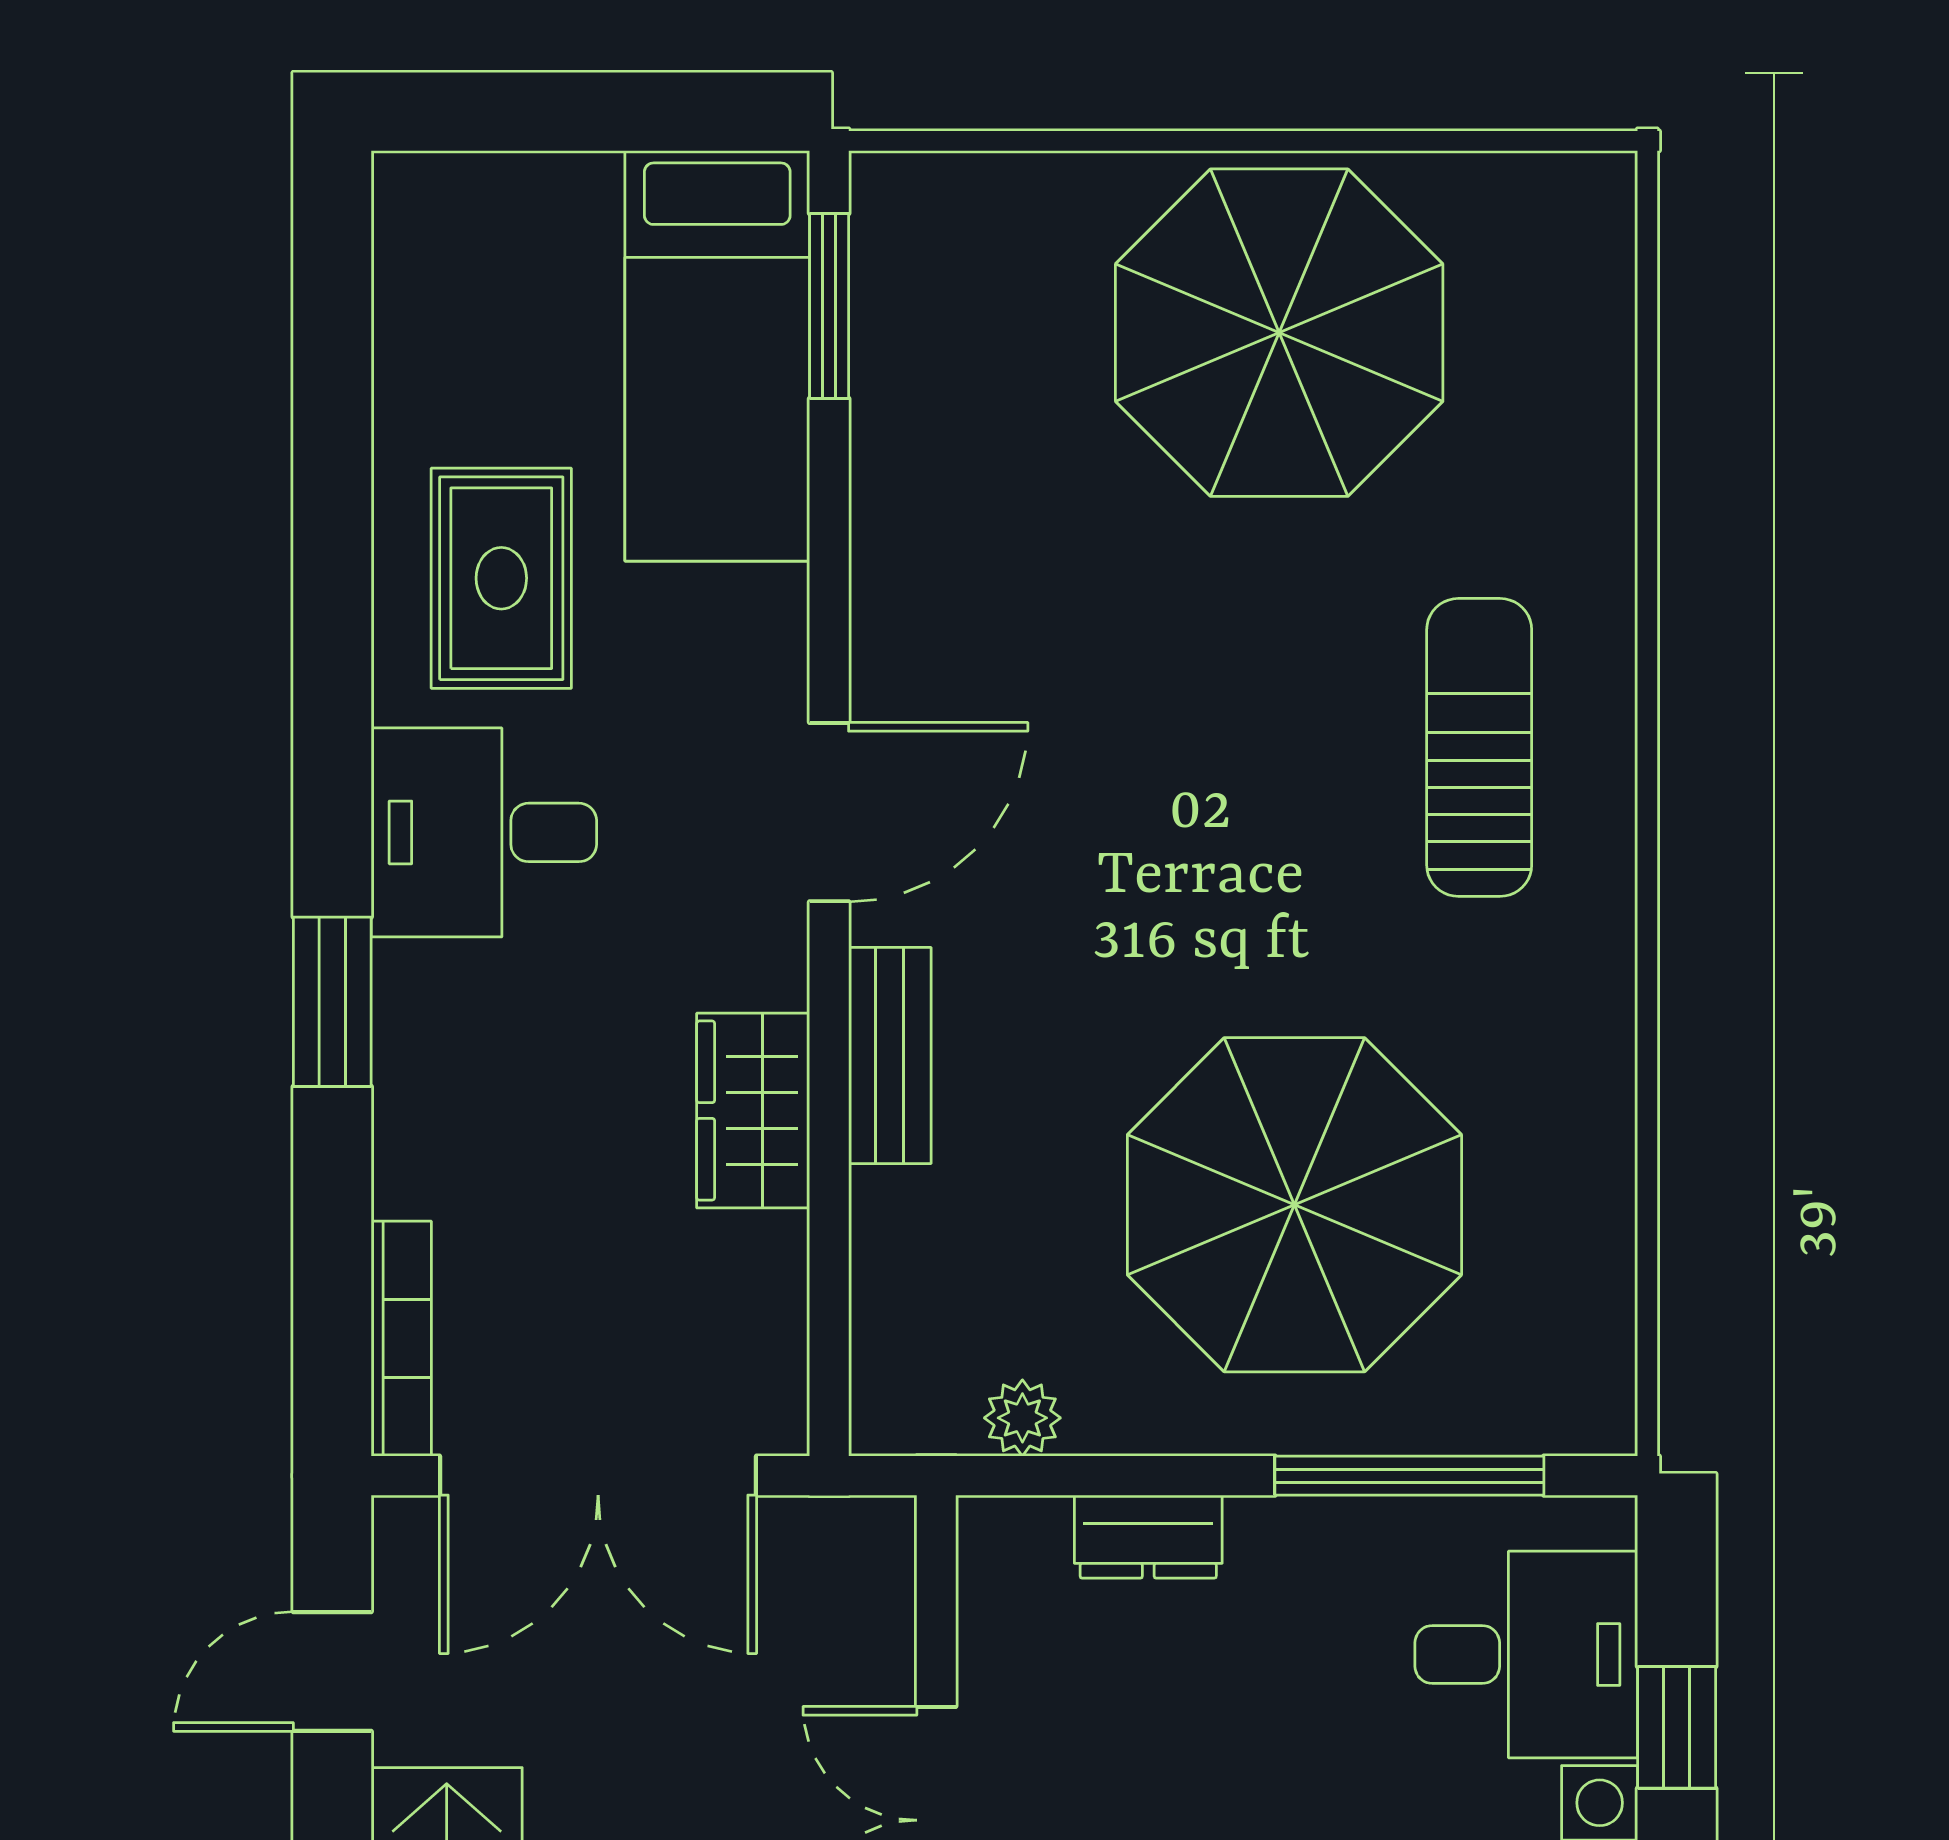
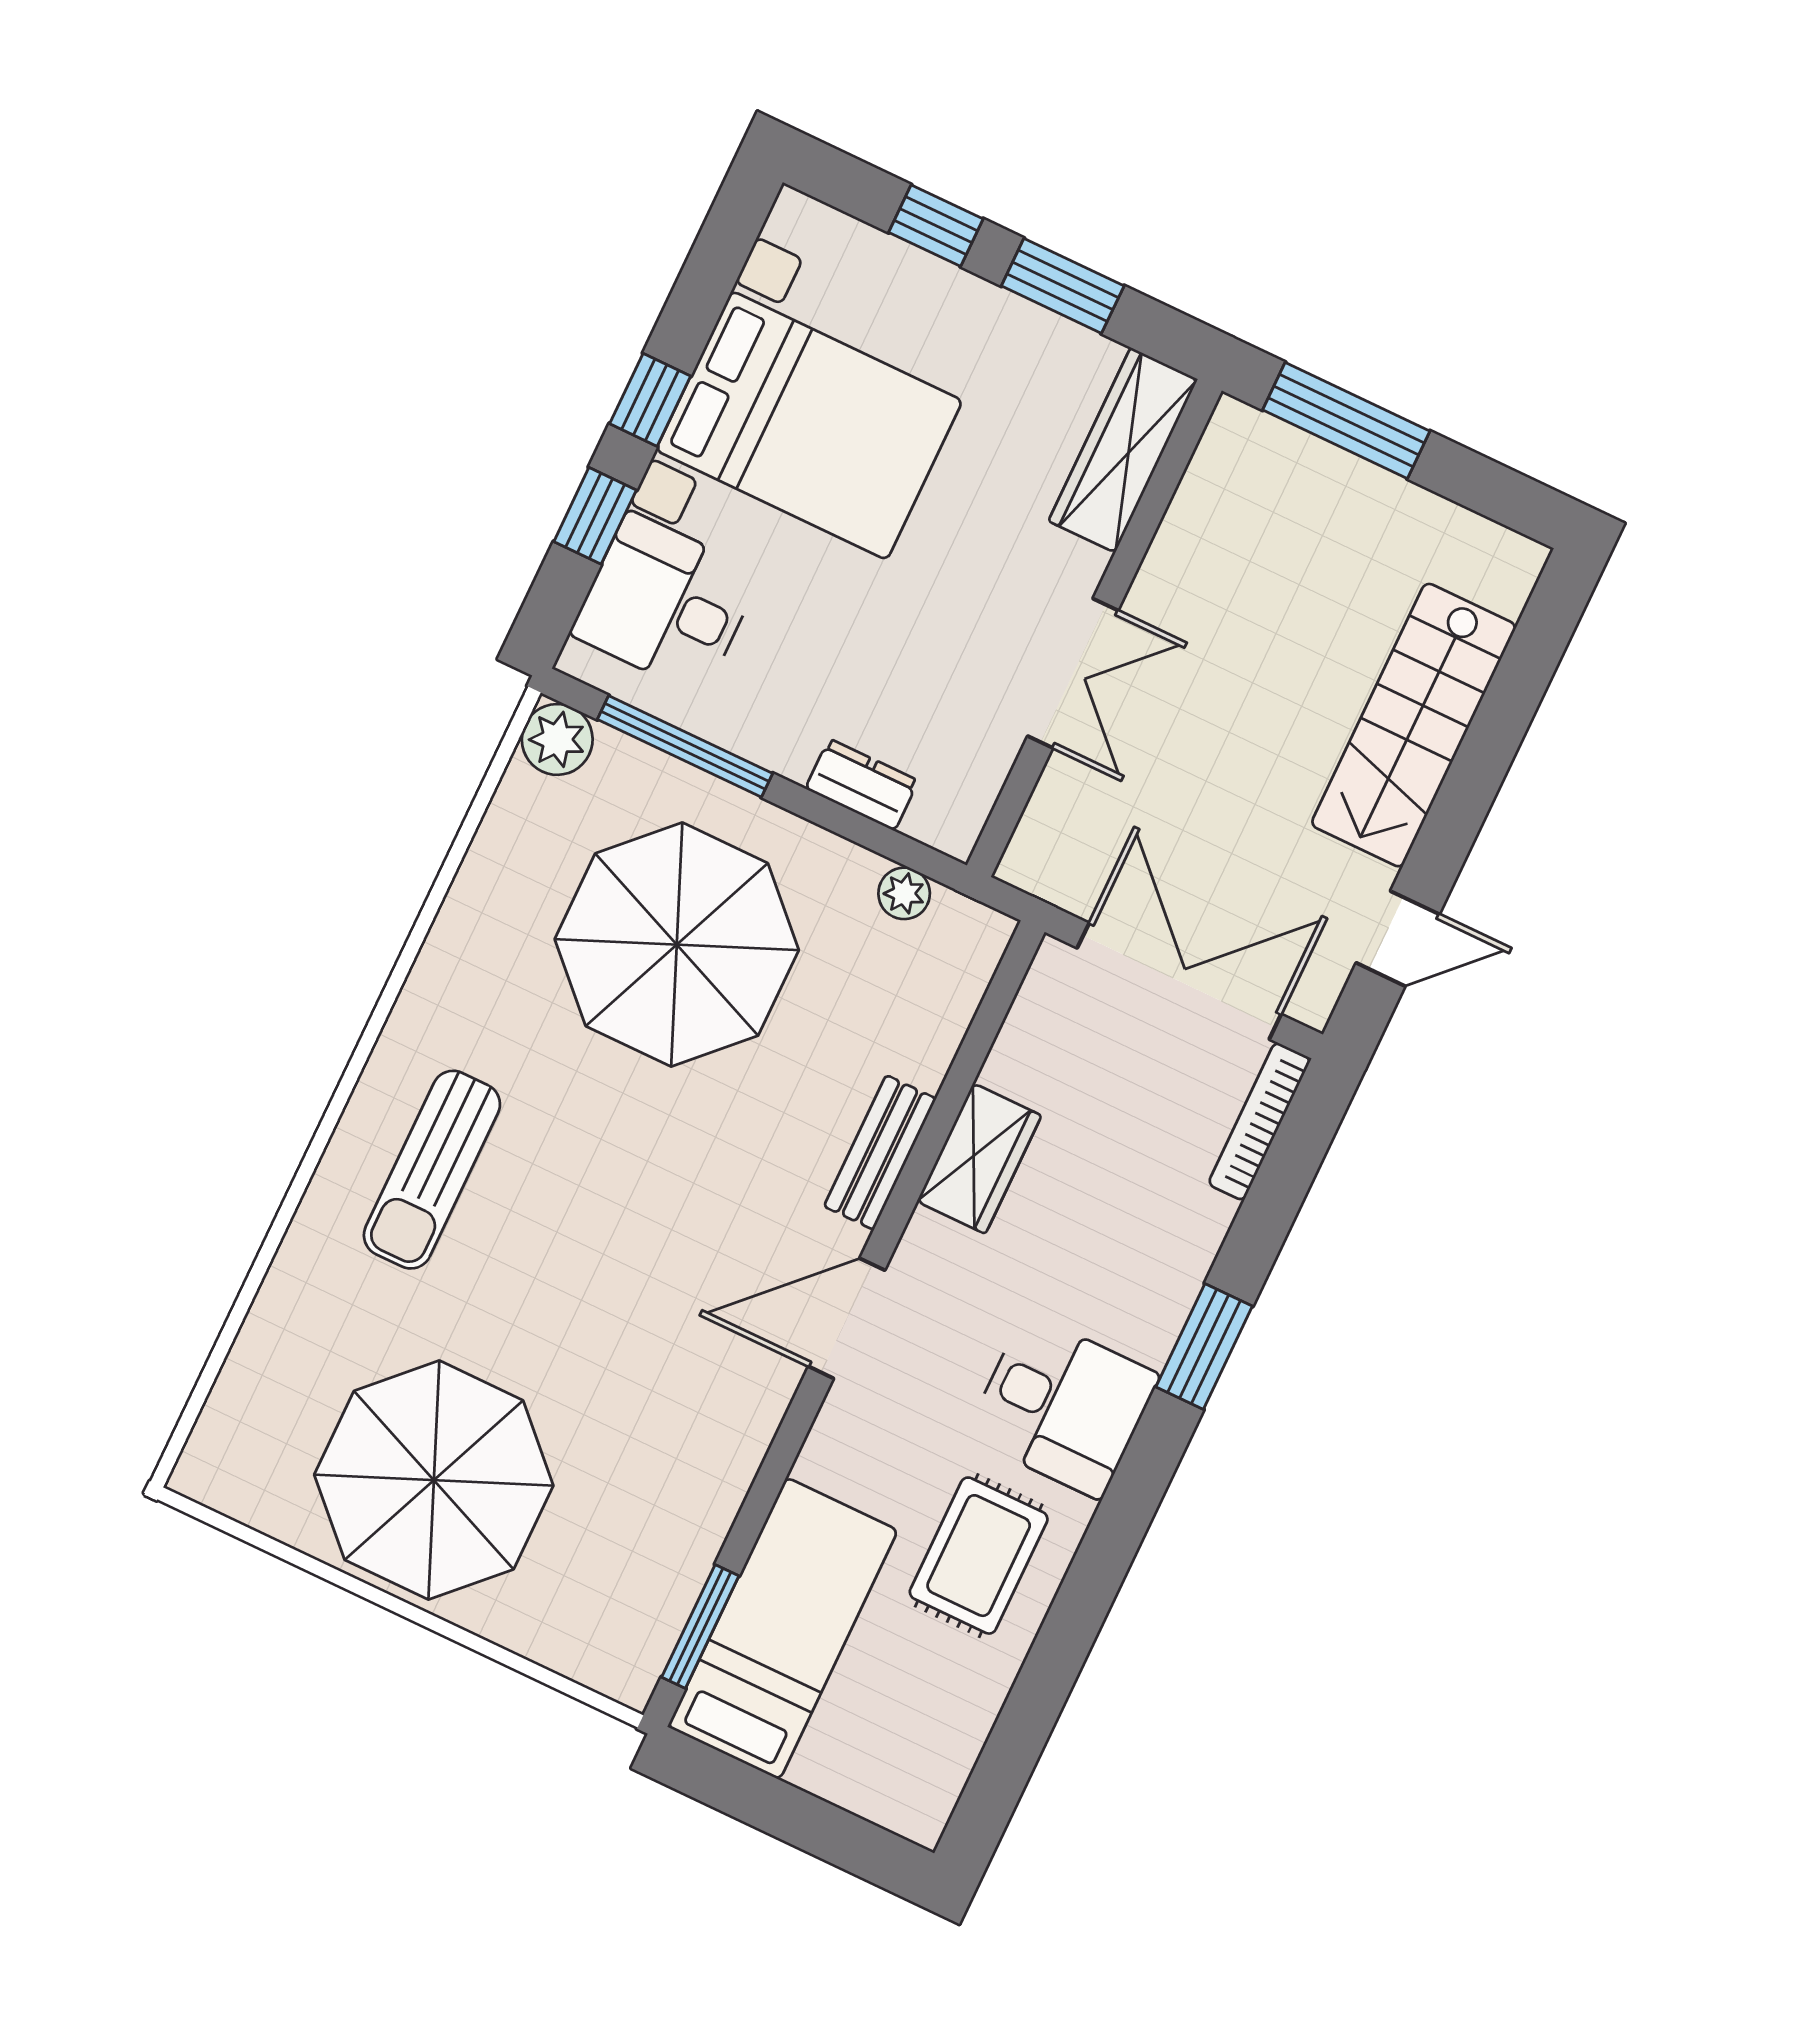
plant: (1585, 1404) -> (557, 739), added

